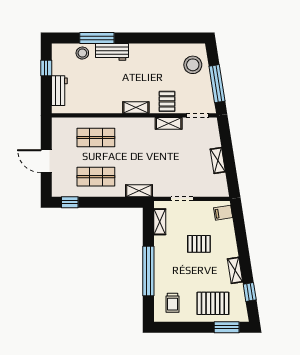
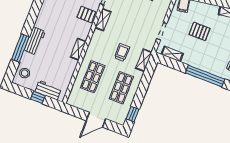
stool: (82, 53) -> (25, 73), moved
window: (46, 68) -> (38, 97), moved
shelving: (136, 108) -> (78, 49), moved
trolley: (138, 161) -> (122, 52), added
pallet: (199, 244) -> (200, 31), turned 90

